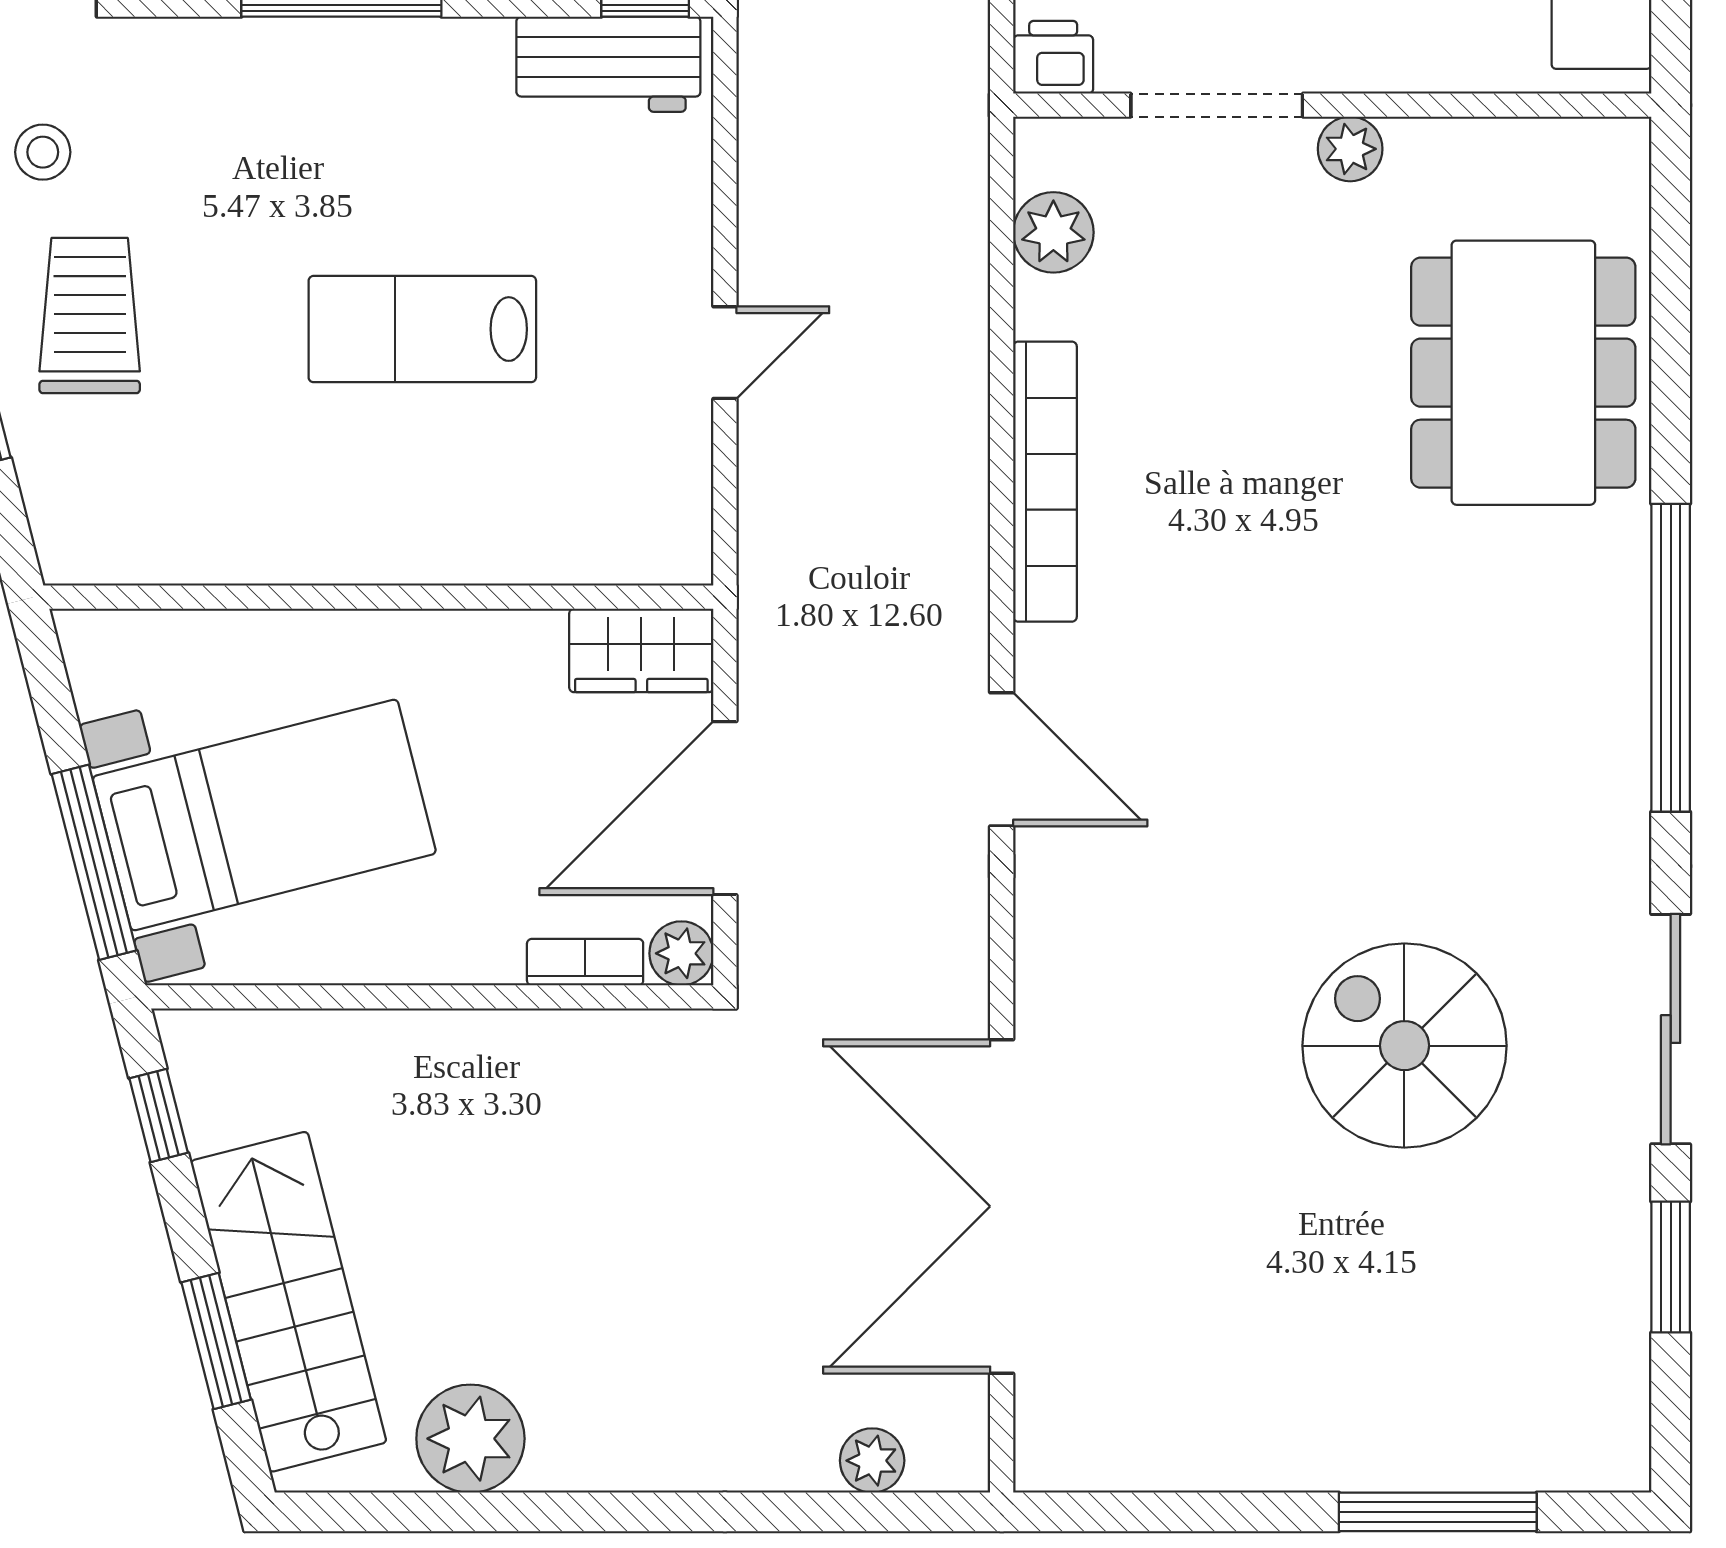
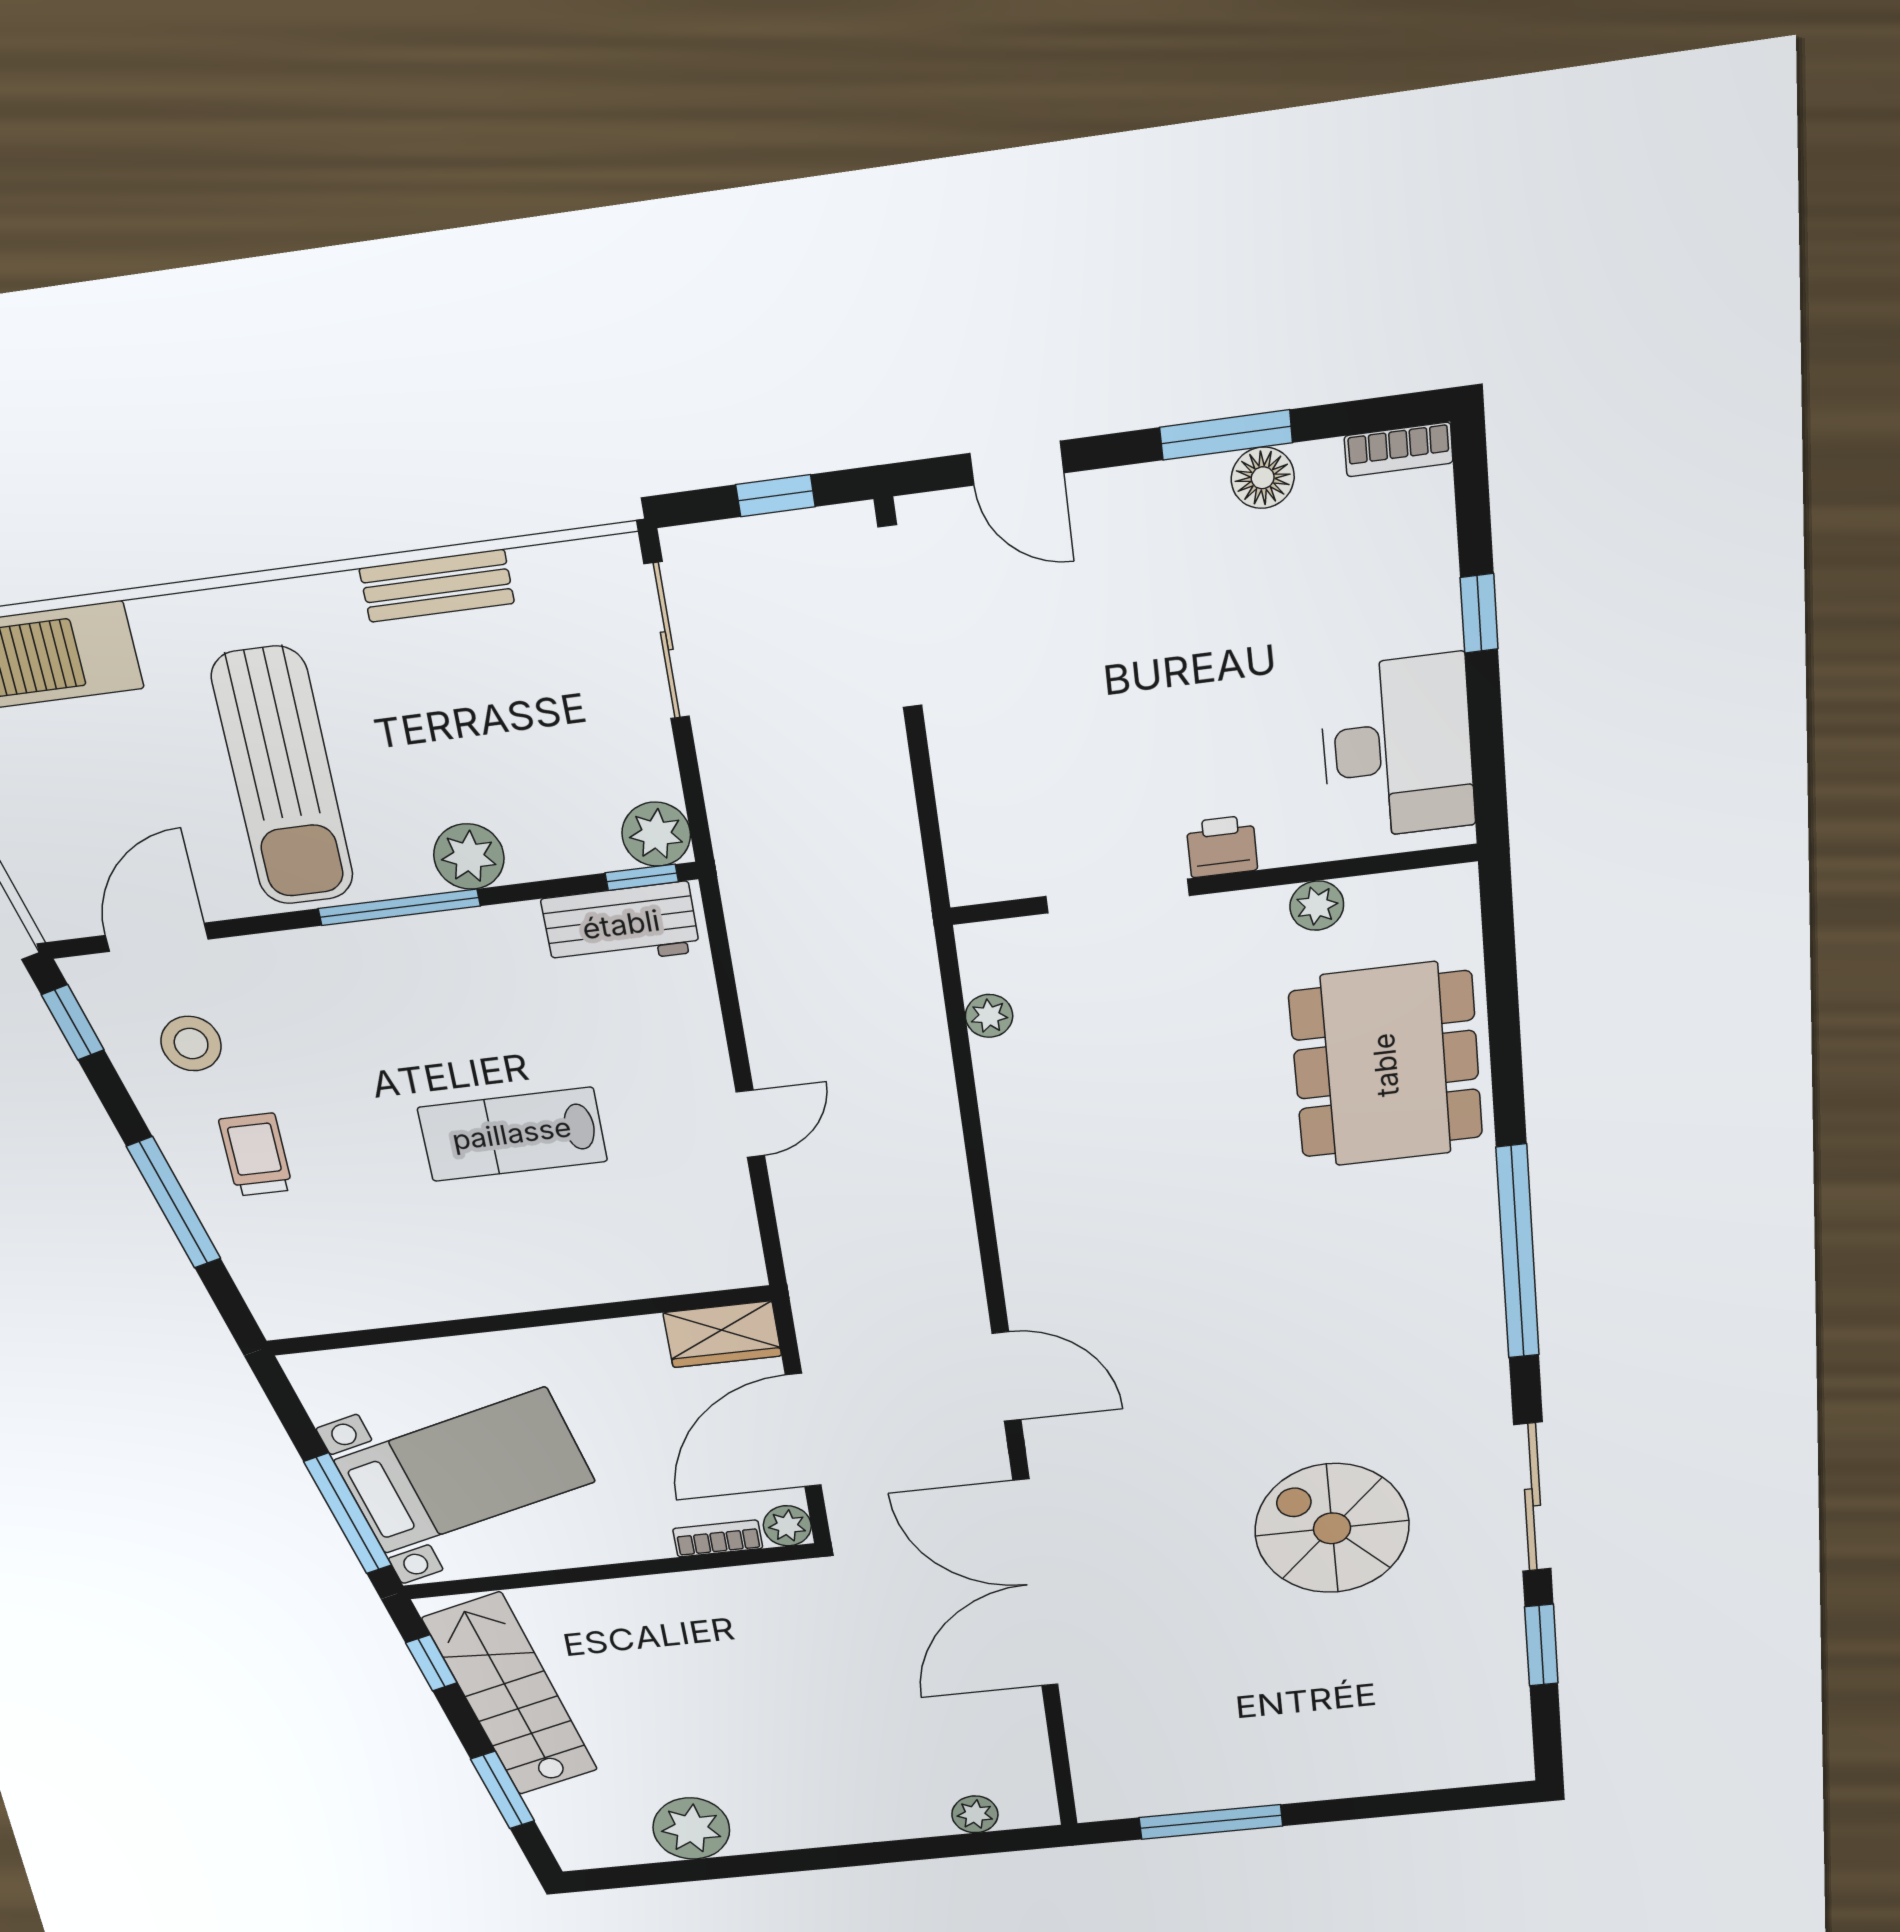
printer: (1053, 57) -> (1222, 846), moved
plant: (1350, 149) -> (1317, 906), moved
stool: (43, 152) -> (191, 1044), width x1.37, depth x1.37
plant: (1053, 232) -> (989, 1016), width x0.73, depth x0.73
trolley: (90, 316) -> (256, 1155), width x0.73, depth x0.72
bookcase: (1045, 482) -> (1014, 1185), removed
double door: (1002, 1206) -> (1036, 1584), moved
stairs: (288, 1302) -> (510, 1694), moved
window: (1438, 1512) -> (1211, 1822), moved

